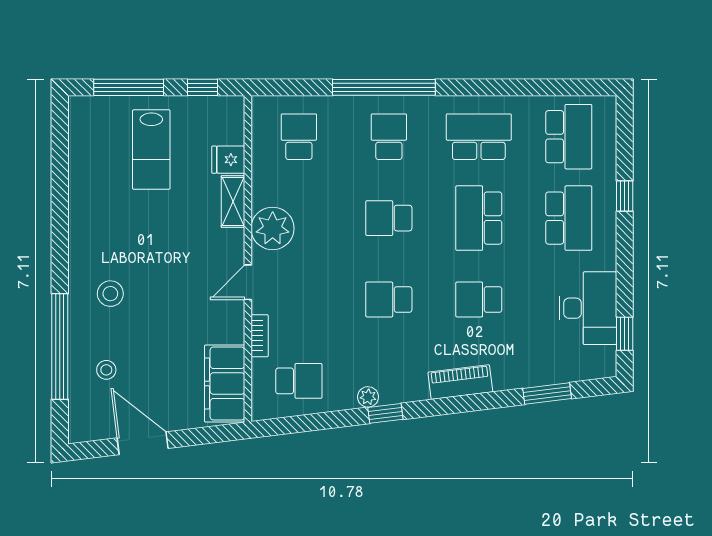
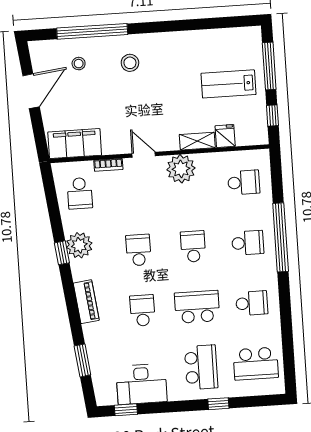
school desk: (479, 137) -> (252, 303), width x0.54
school desk: (569, 218) -> (201, 367), turned -90
plant: (368, 397) -> (79, 245), width x1.88, depth x1.88

